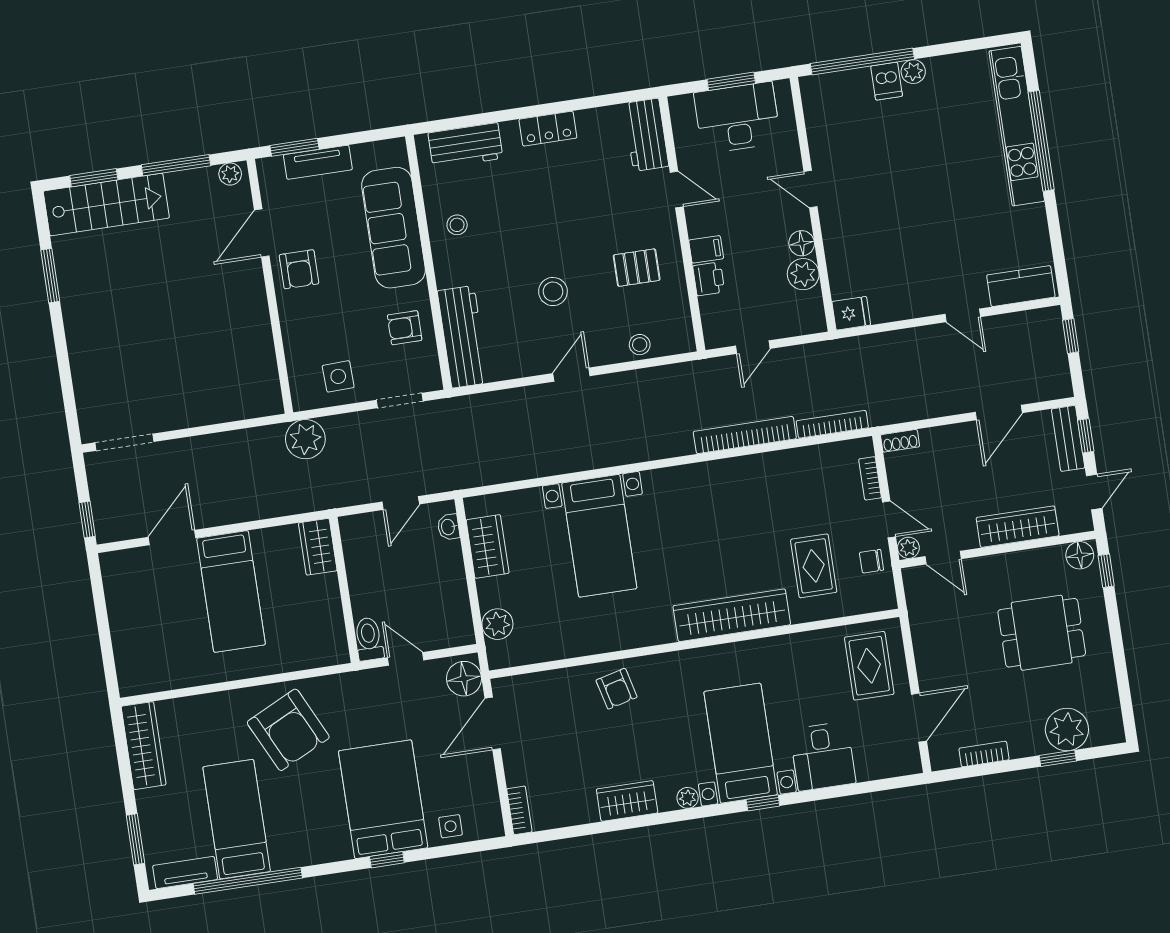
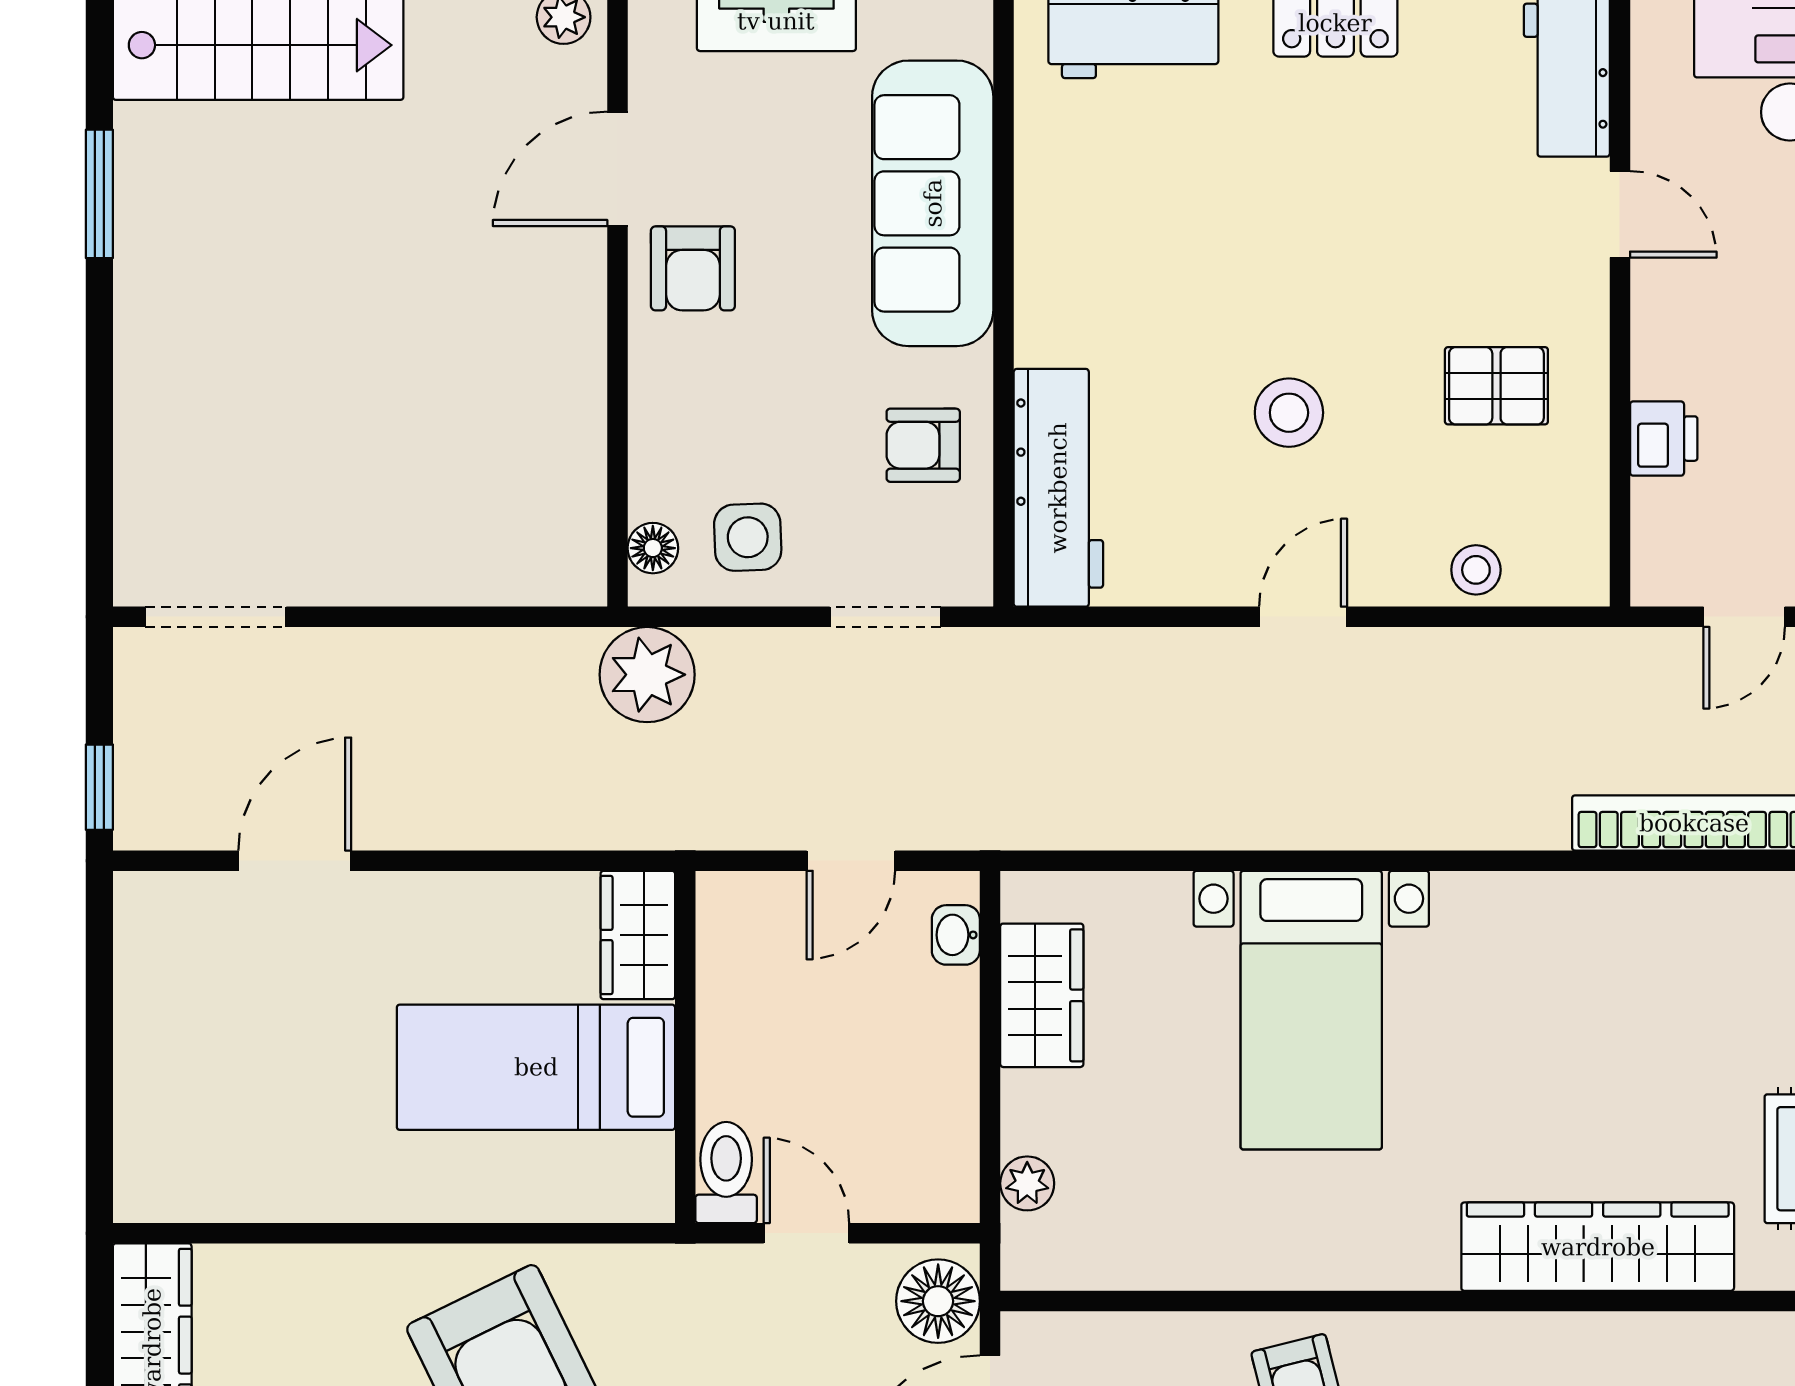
stool: (457, 225) -> (1085, 219), removed
filing cabinet: (706, 249) -> (1668, 367), removed
floor lamp: (300, 387) -> (653, 548), added
bed: (231, 591) -> (536, 1067), moved, turned 90
plant: (497, 624) -> (1027, 1183), width x0.73, depth x0.73

